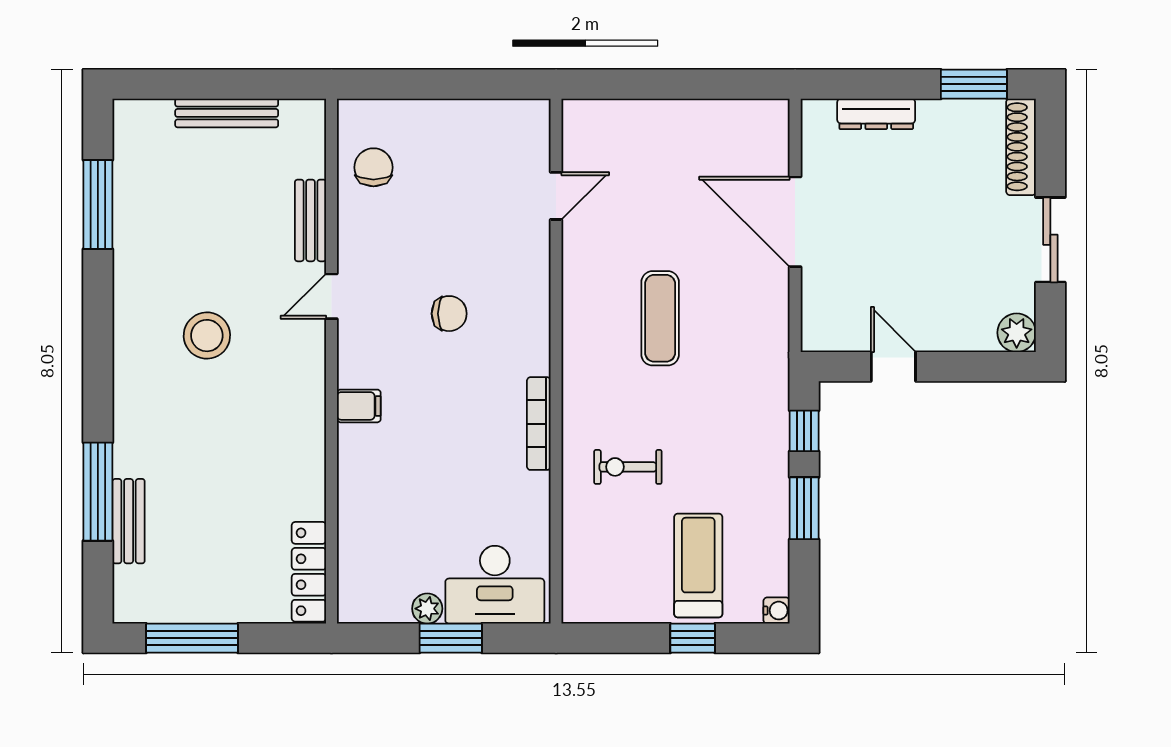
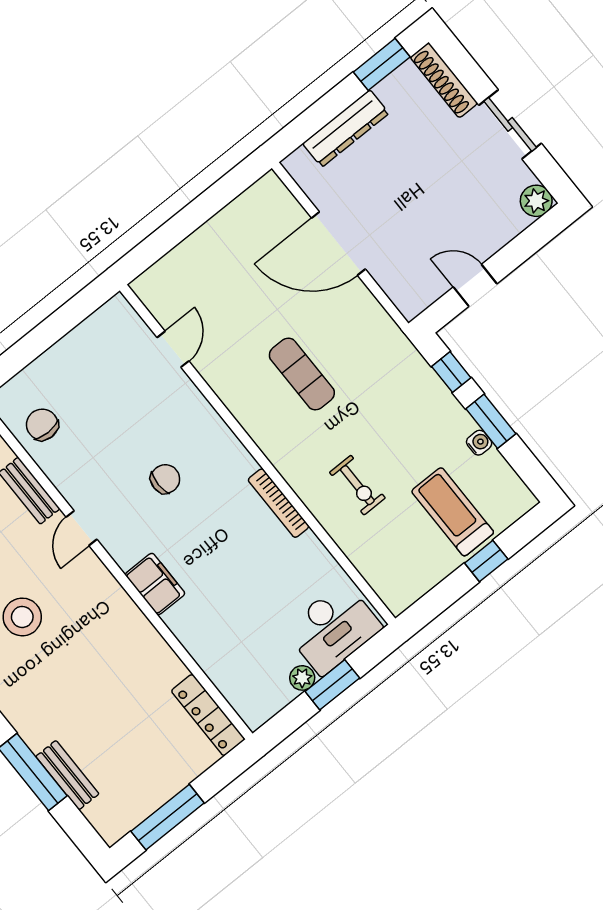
dresser: (876, 114) -> (346, 128), width x1.37, depth x1.24
filing cabinet: (359, 406) -> (155, 584), width x2.00
exercise bike: (628, 467) -> (357, 485), turned -90
water cooler: (777, 611) -> (479, 443), moved

